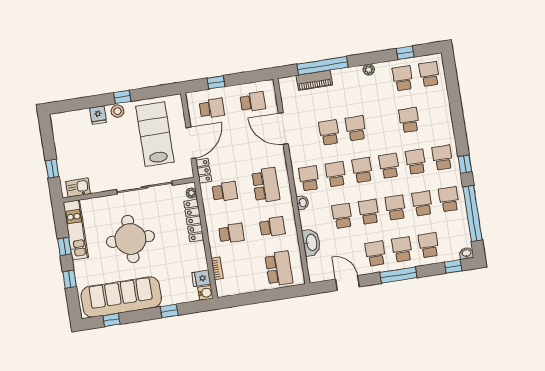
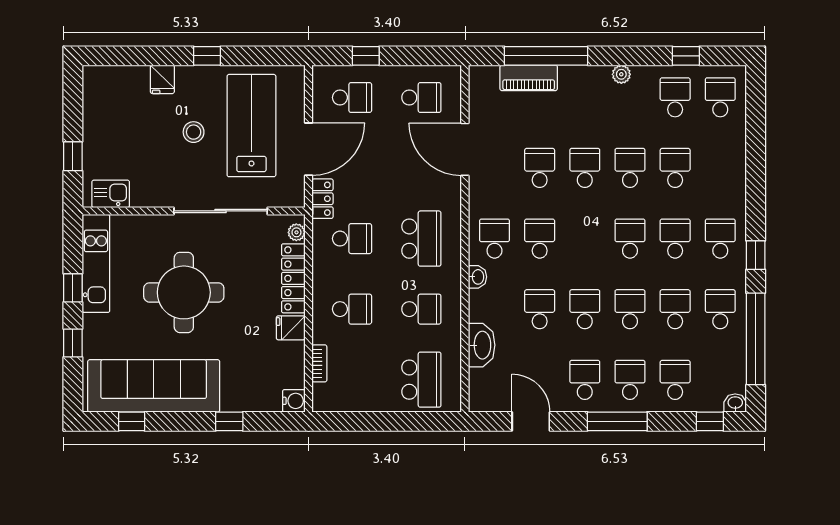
stool: (117, 111) -> (194, 132), moved
school desk: (362, 170) -> (630, 168), moved
fridge: (201, 278) -> (291, 328), moved

